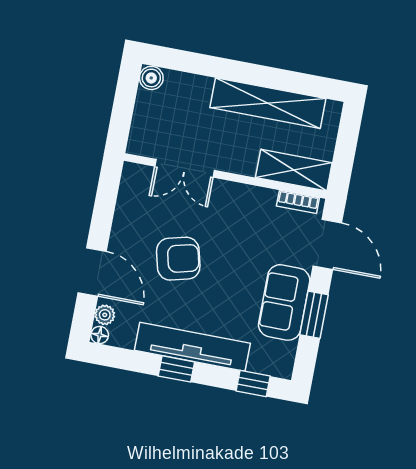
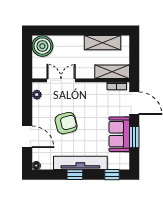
boiler: (151, 78) -> (42, 46), width x1.86, depth x1.86
shelving: (268, 103) -> (103, 43), width x0.68
double door: (185, 168) -> (61, 80), swing flipped
plant: (105, 315) -> (37, 95), moved

